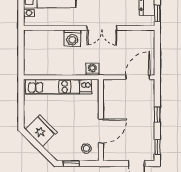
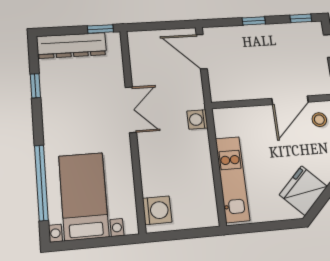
washing machine: (72, 38) -> (157, 210), moved
dishwasher: (86, 87) -> (226, 127), removed
door: (101, 131) -> (290, 100), swing flipped

